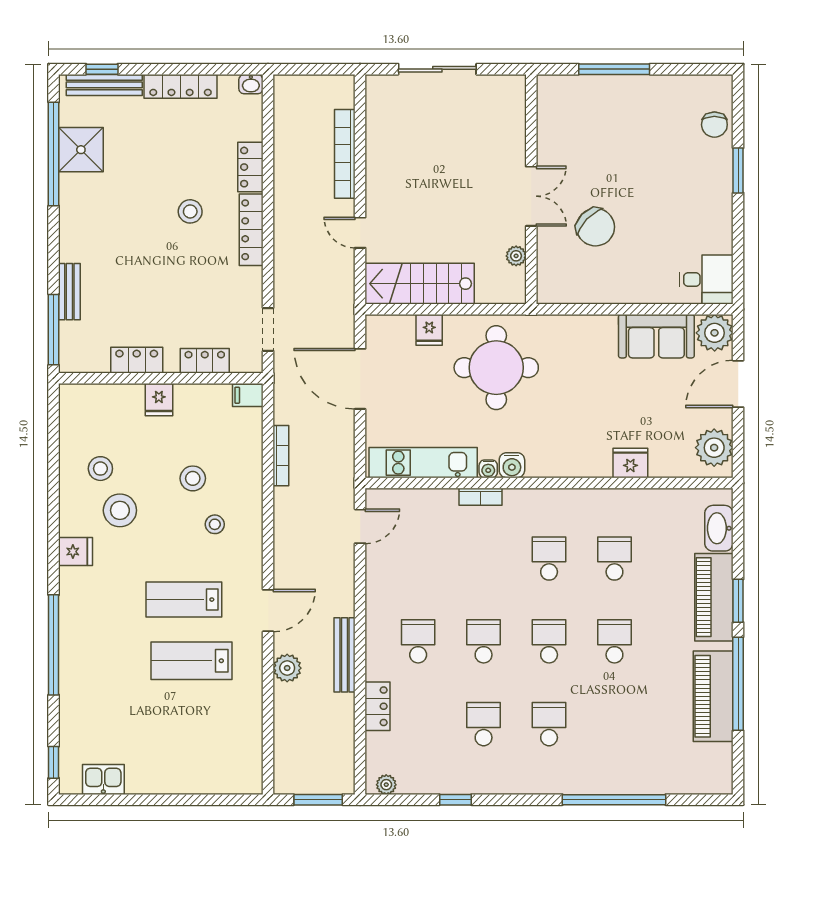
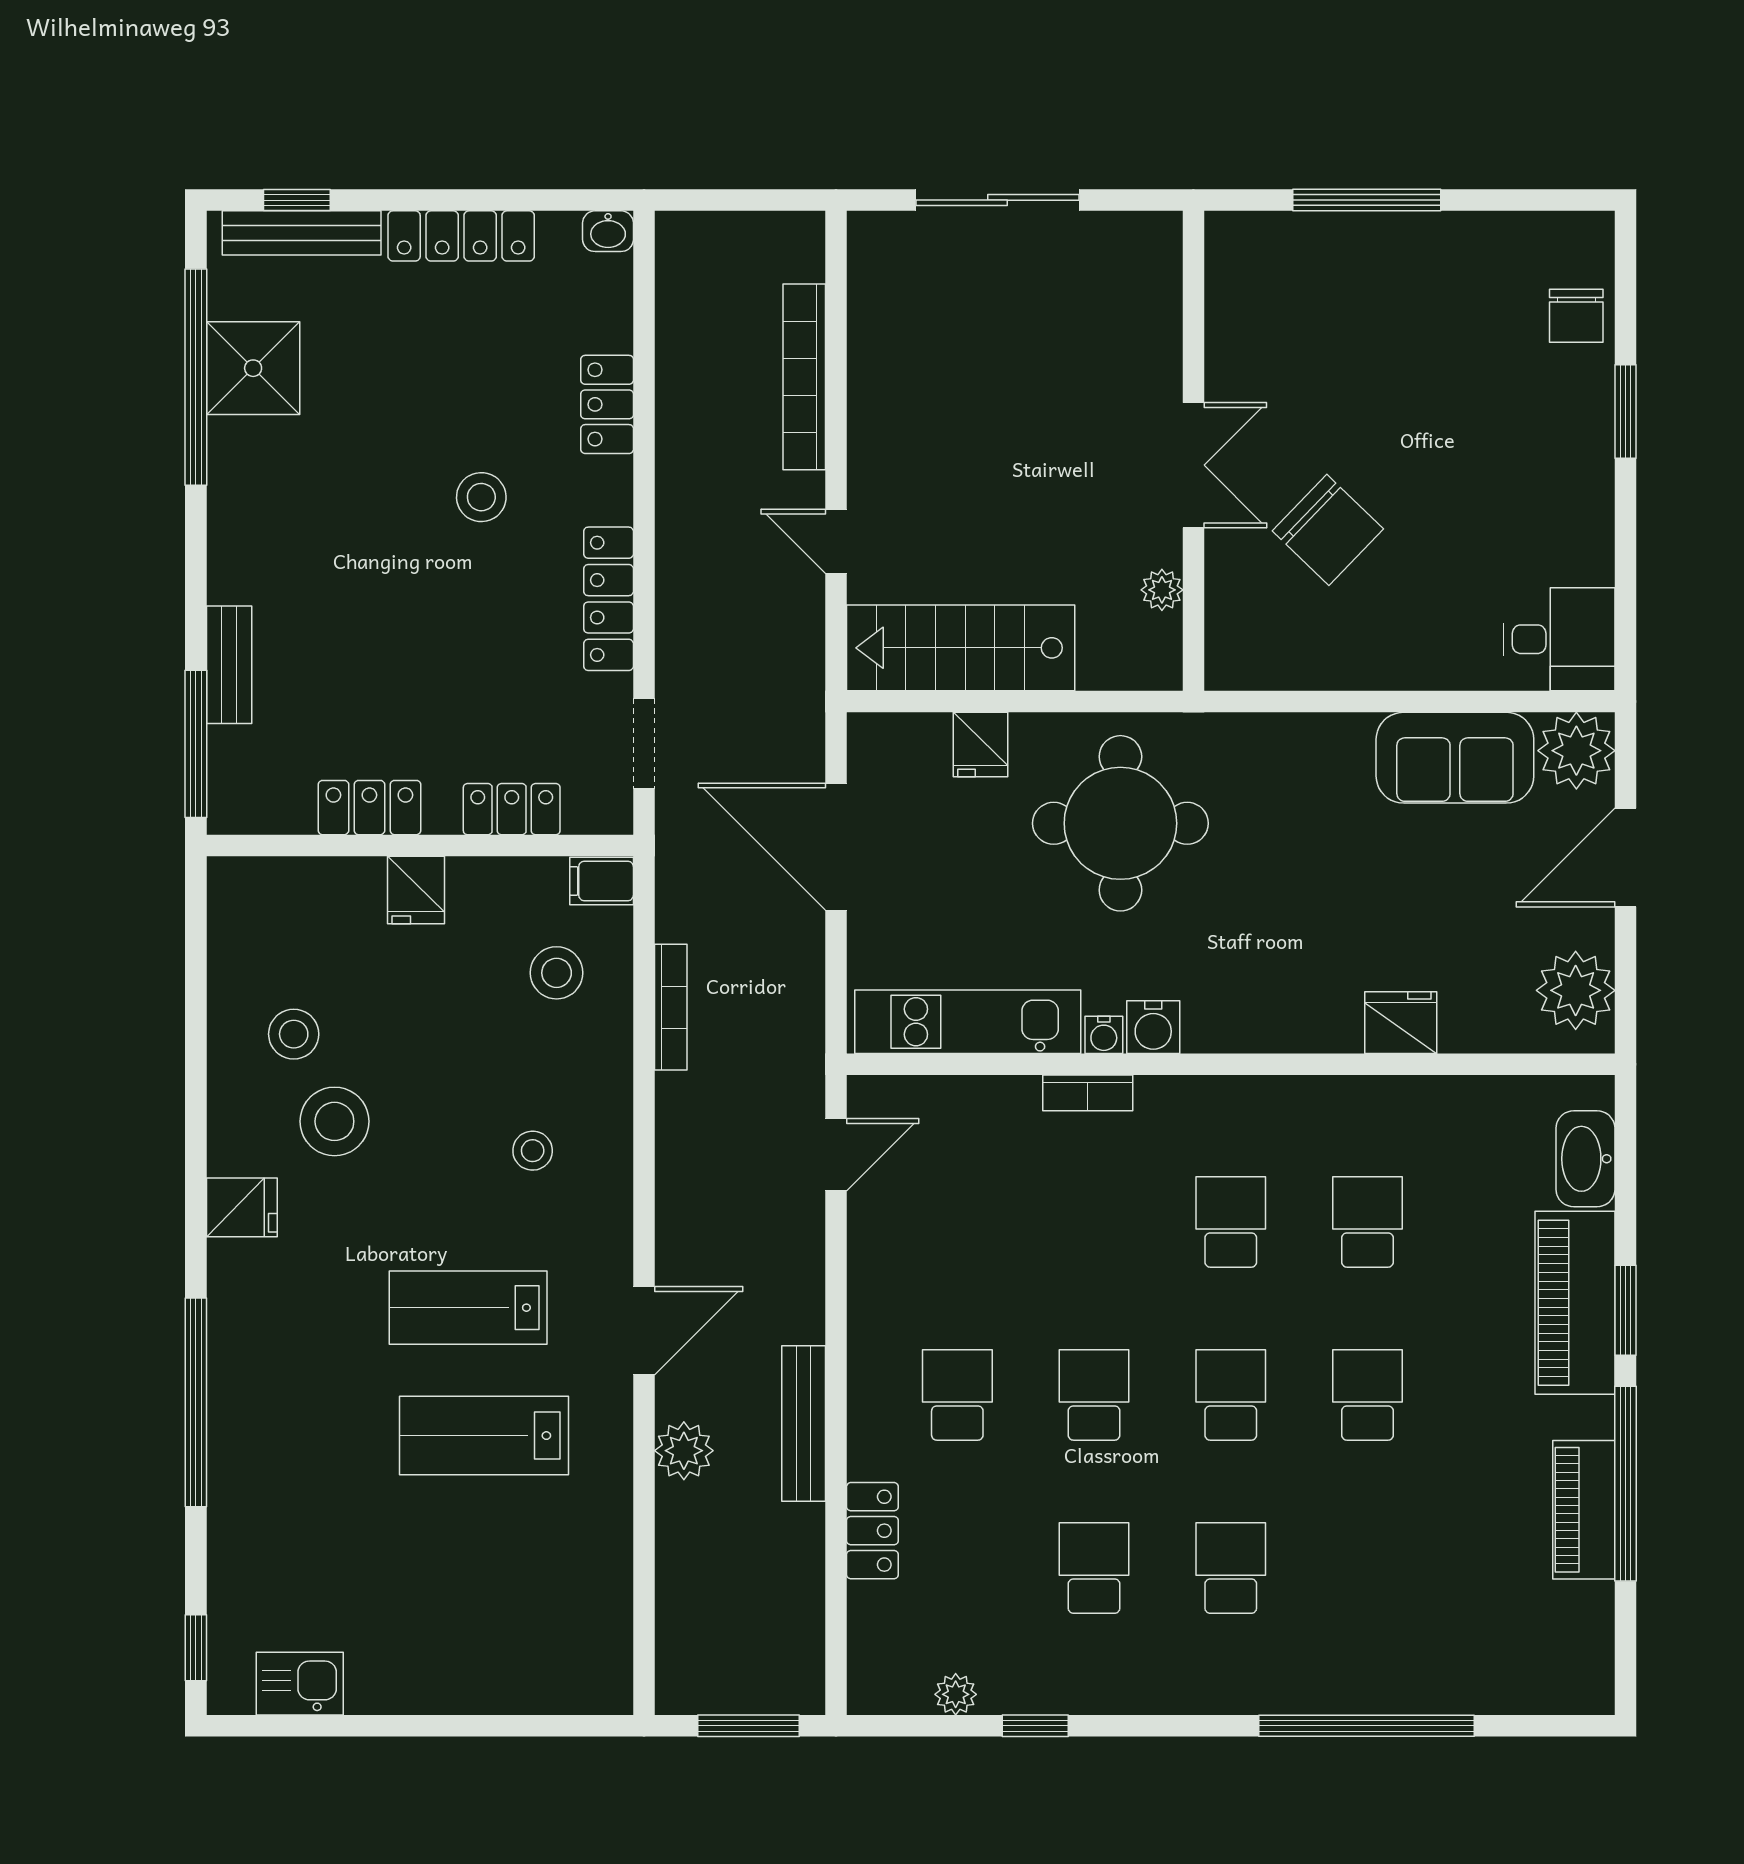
locker: (251, 230) -> (609, 599), moved
stool: (193, 478) -> (557, 973), moved
piano: (713, 696) -> (1584, 1510), width x0.73, depth x0.75
plant: (386, 785) -> (956, 1694), moved

